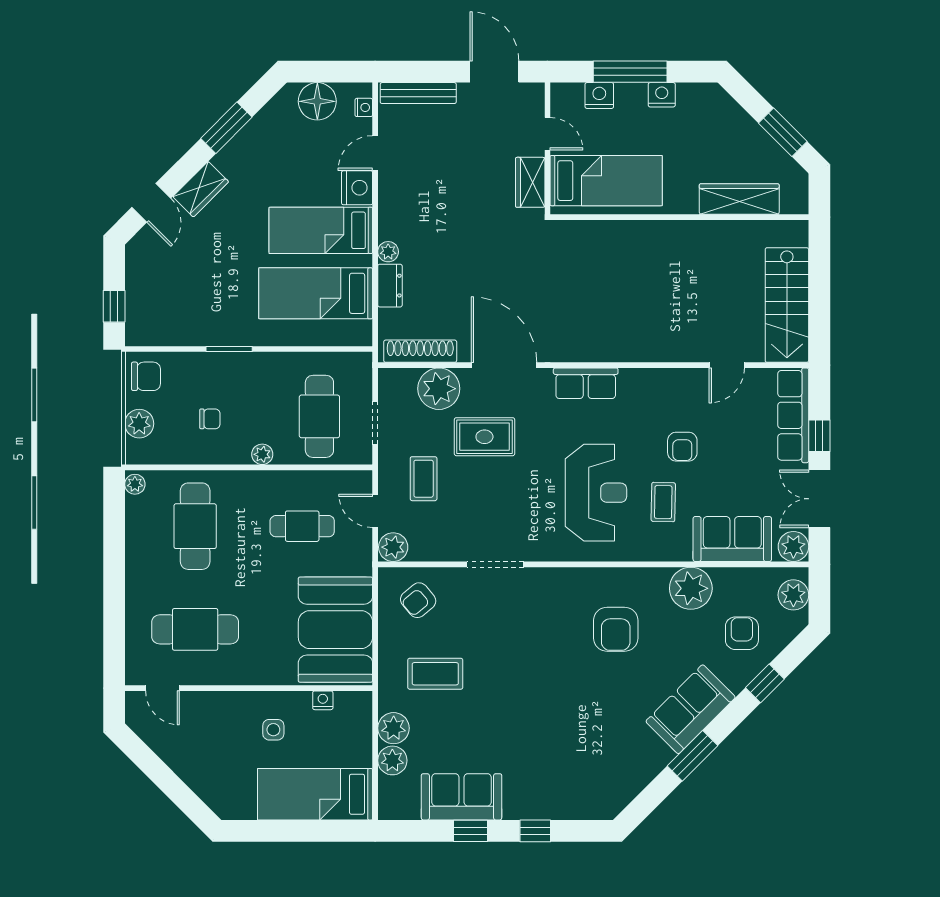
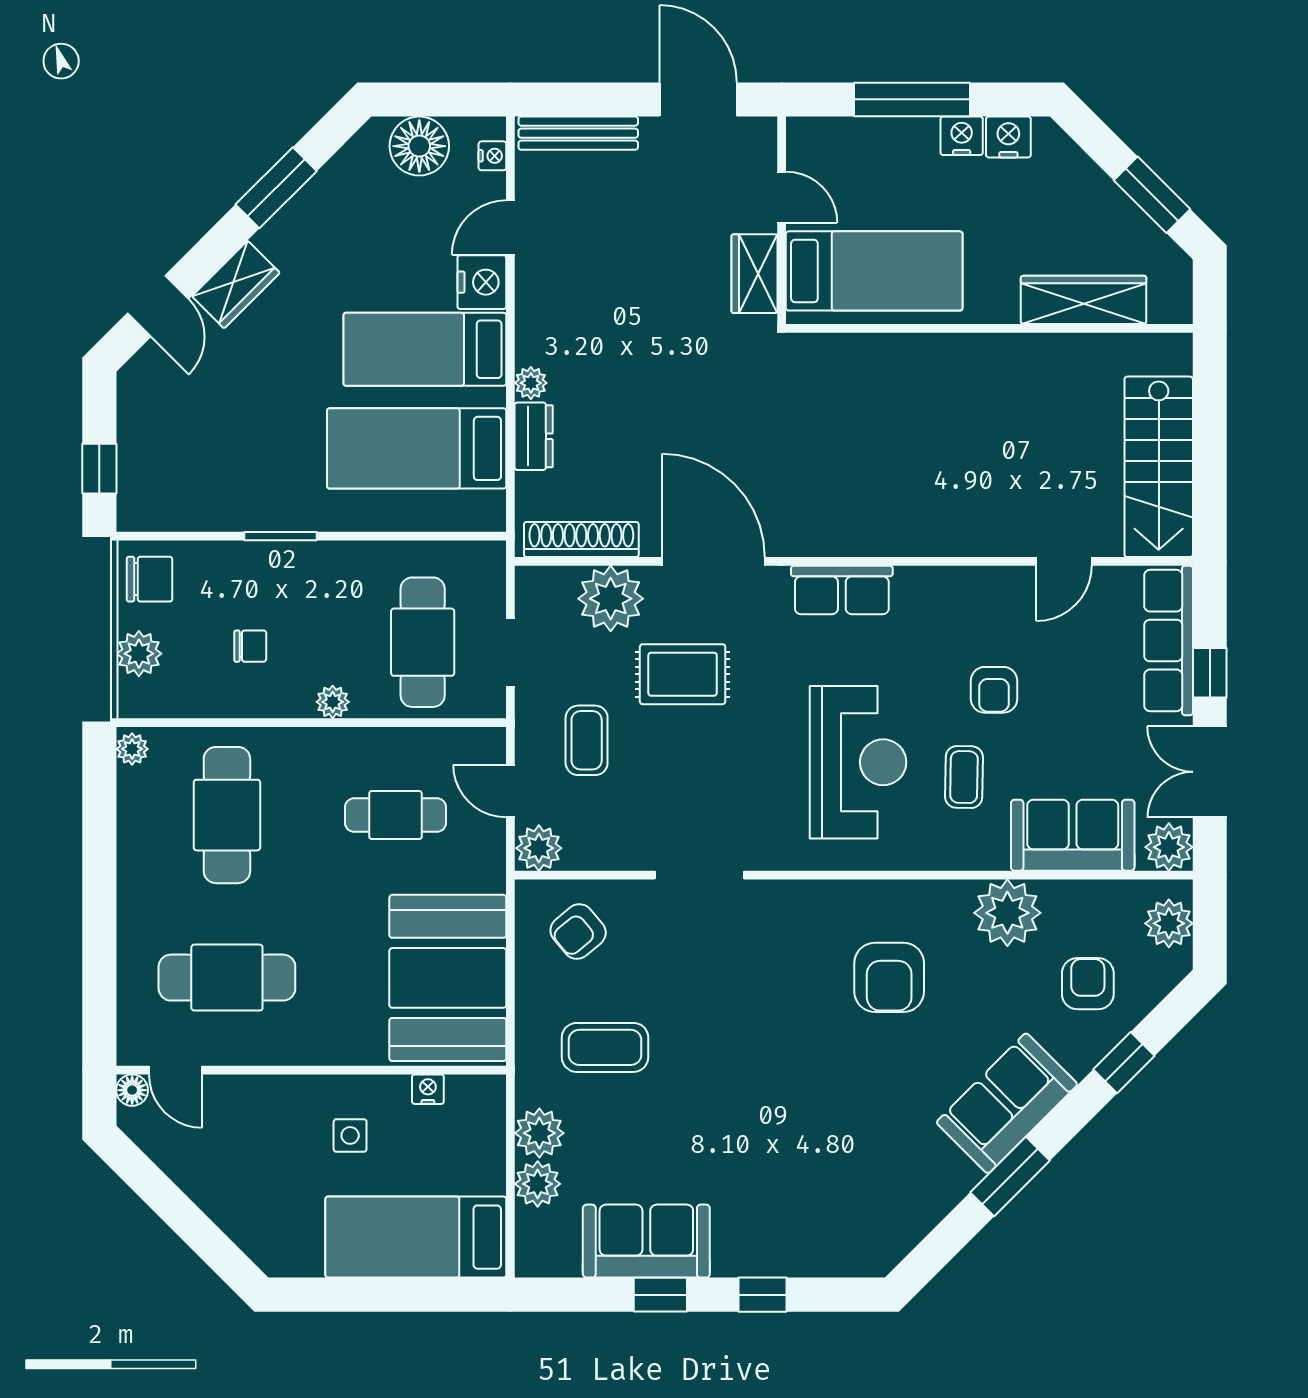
nightstand: (599, 96) -> (1008, 137), moved
floor lamp: (135, 701) -> (132, 1090), added

